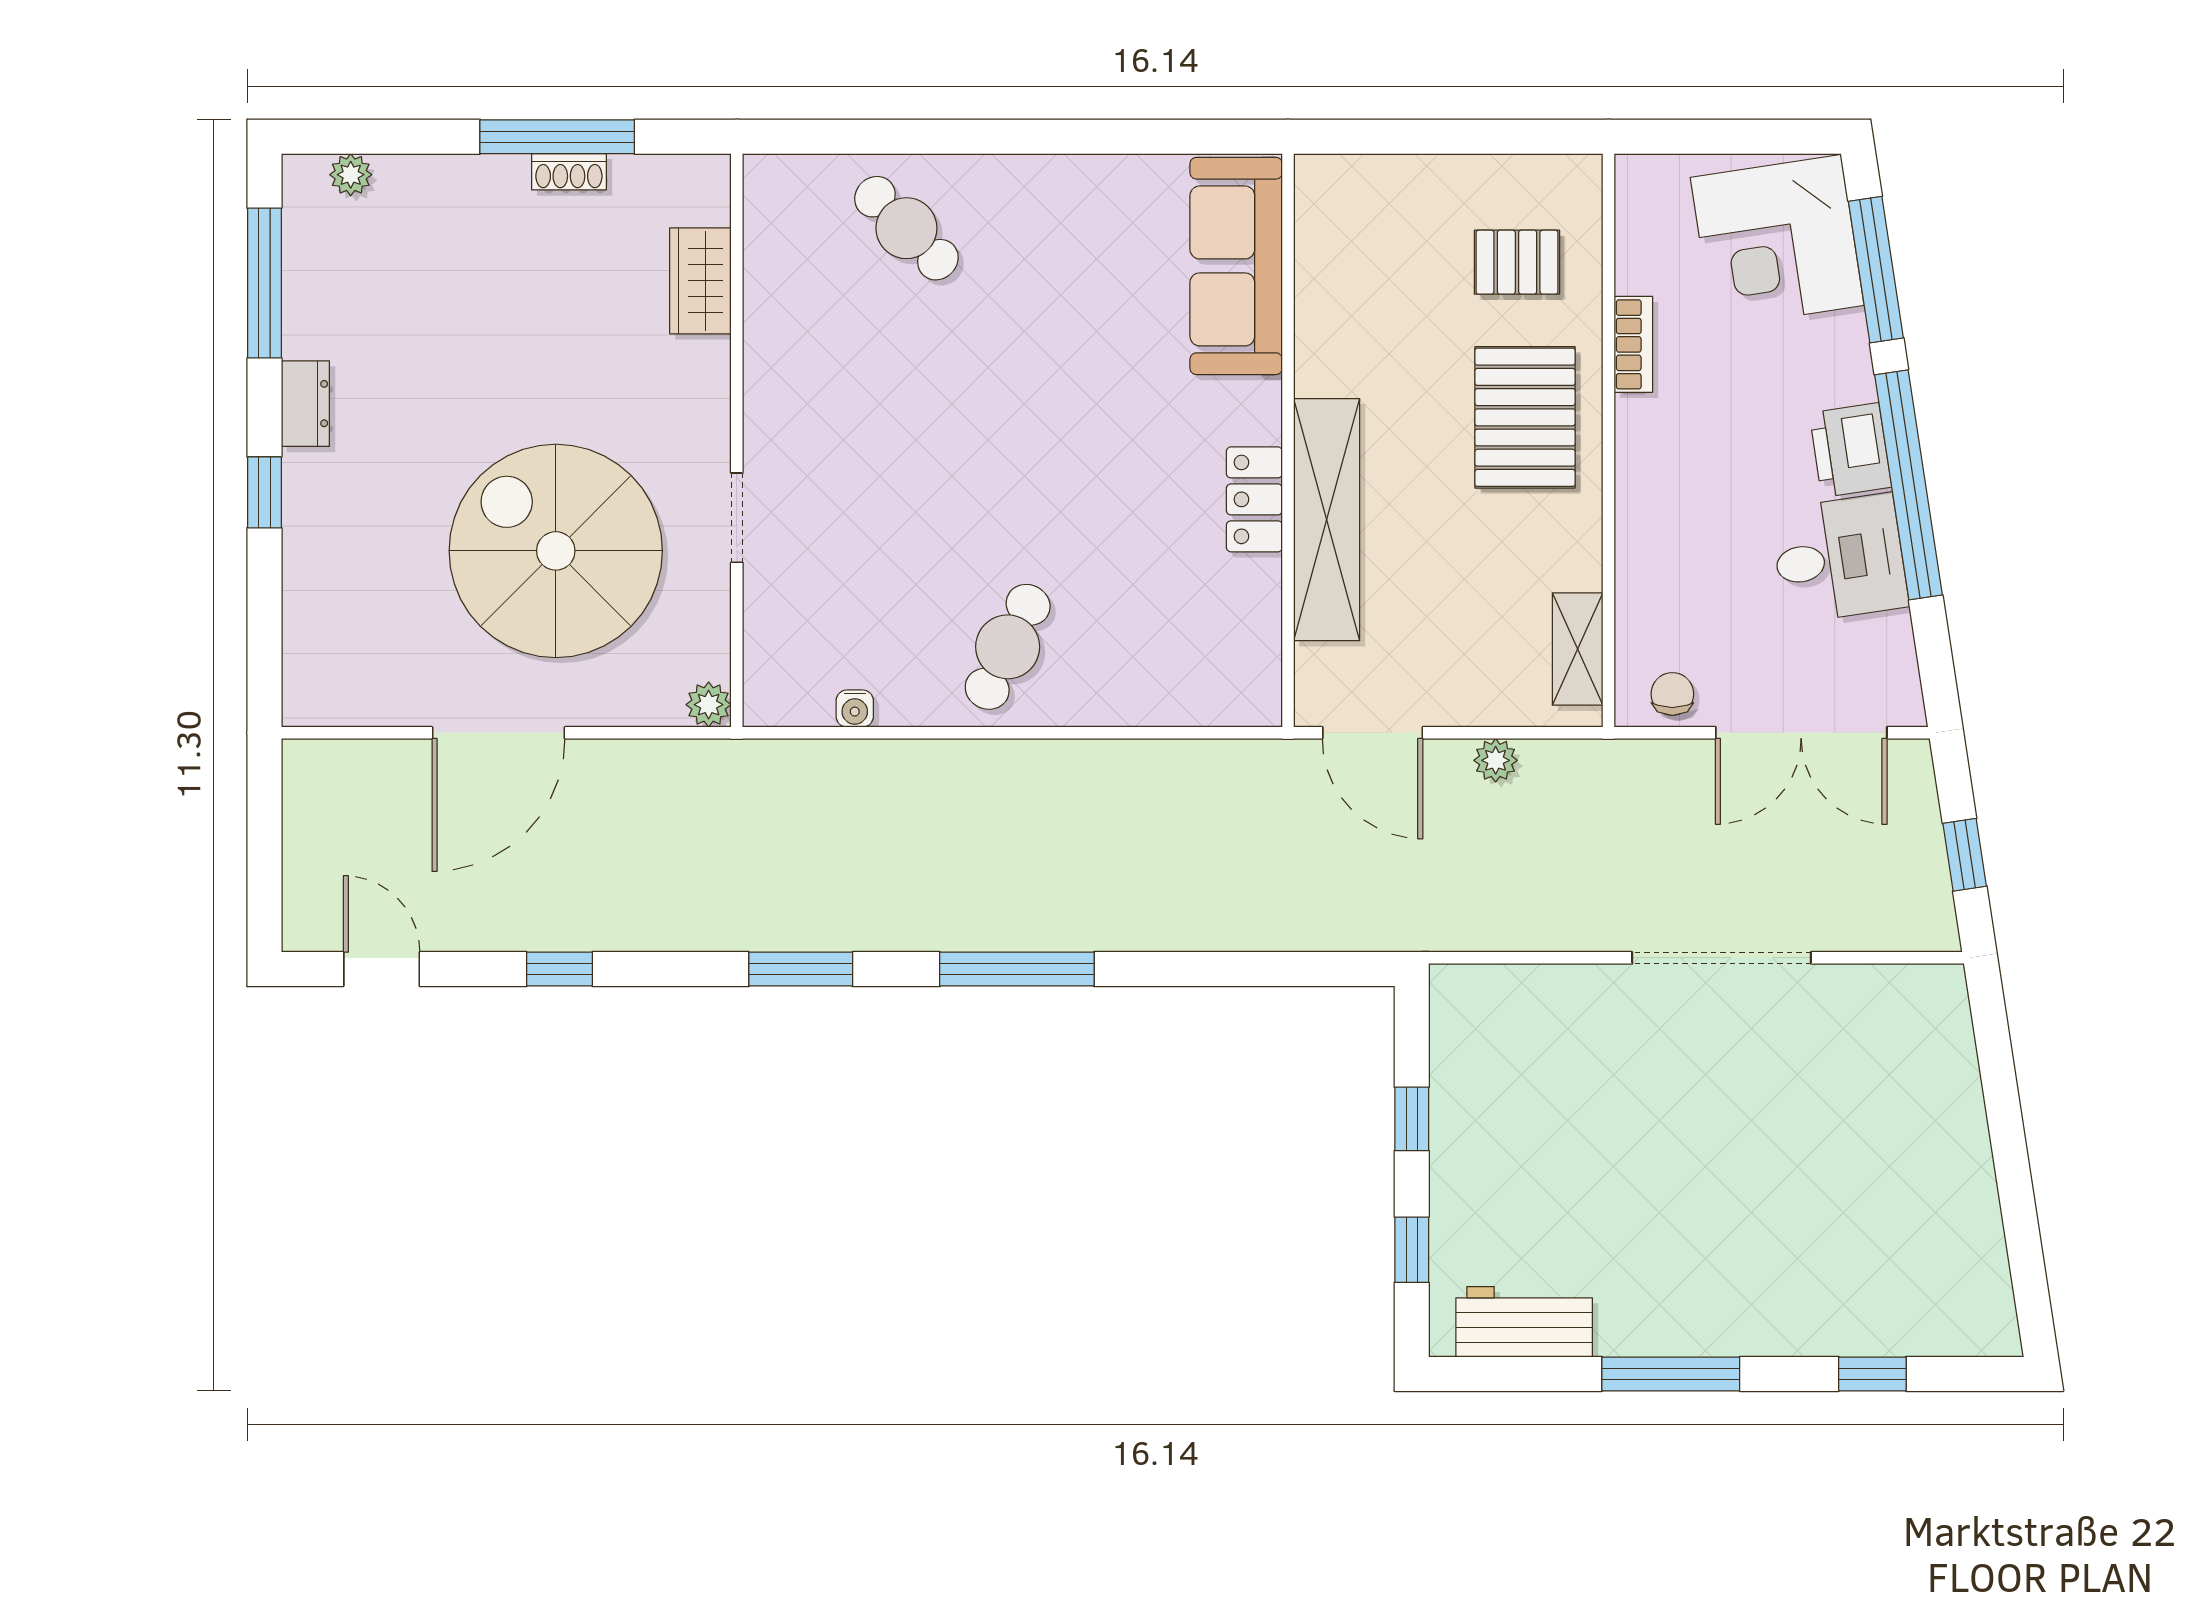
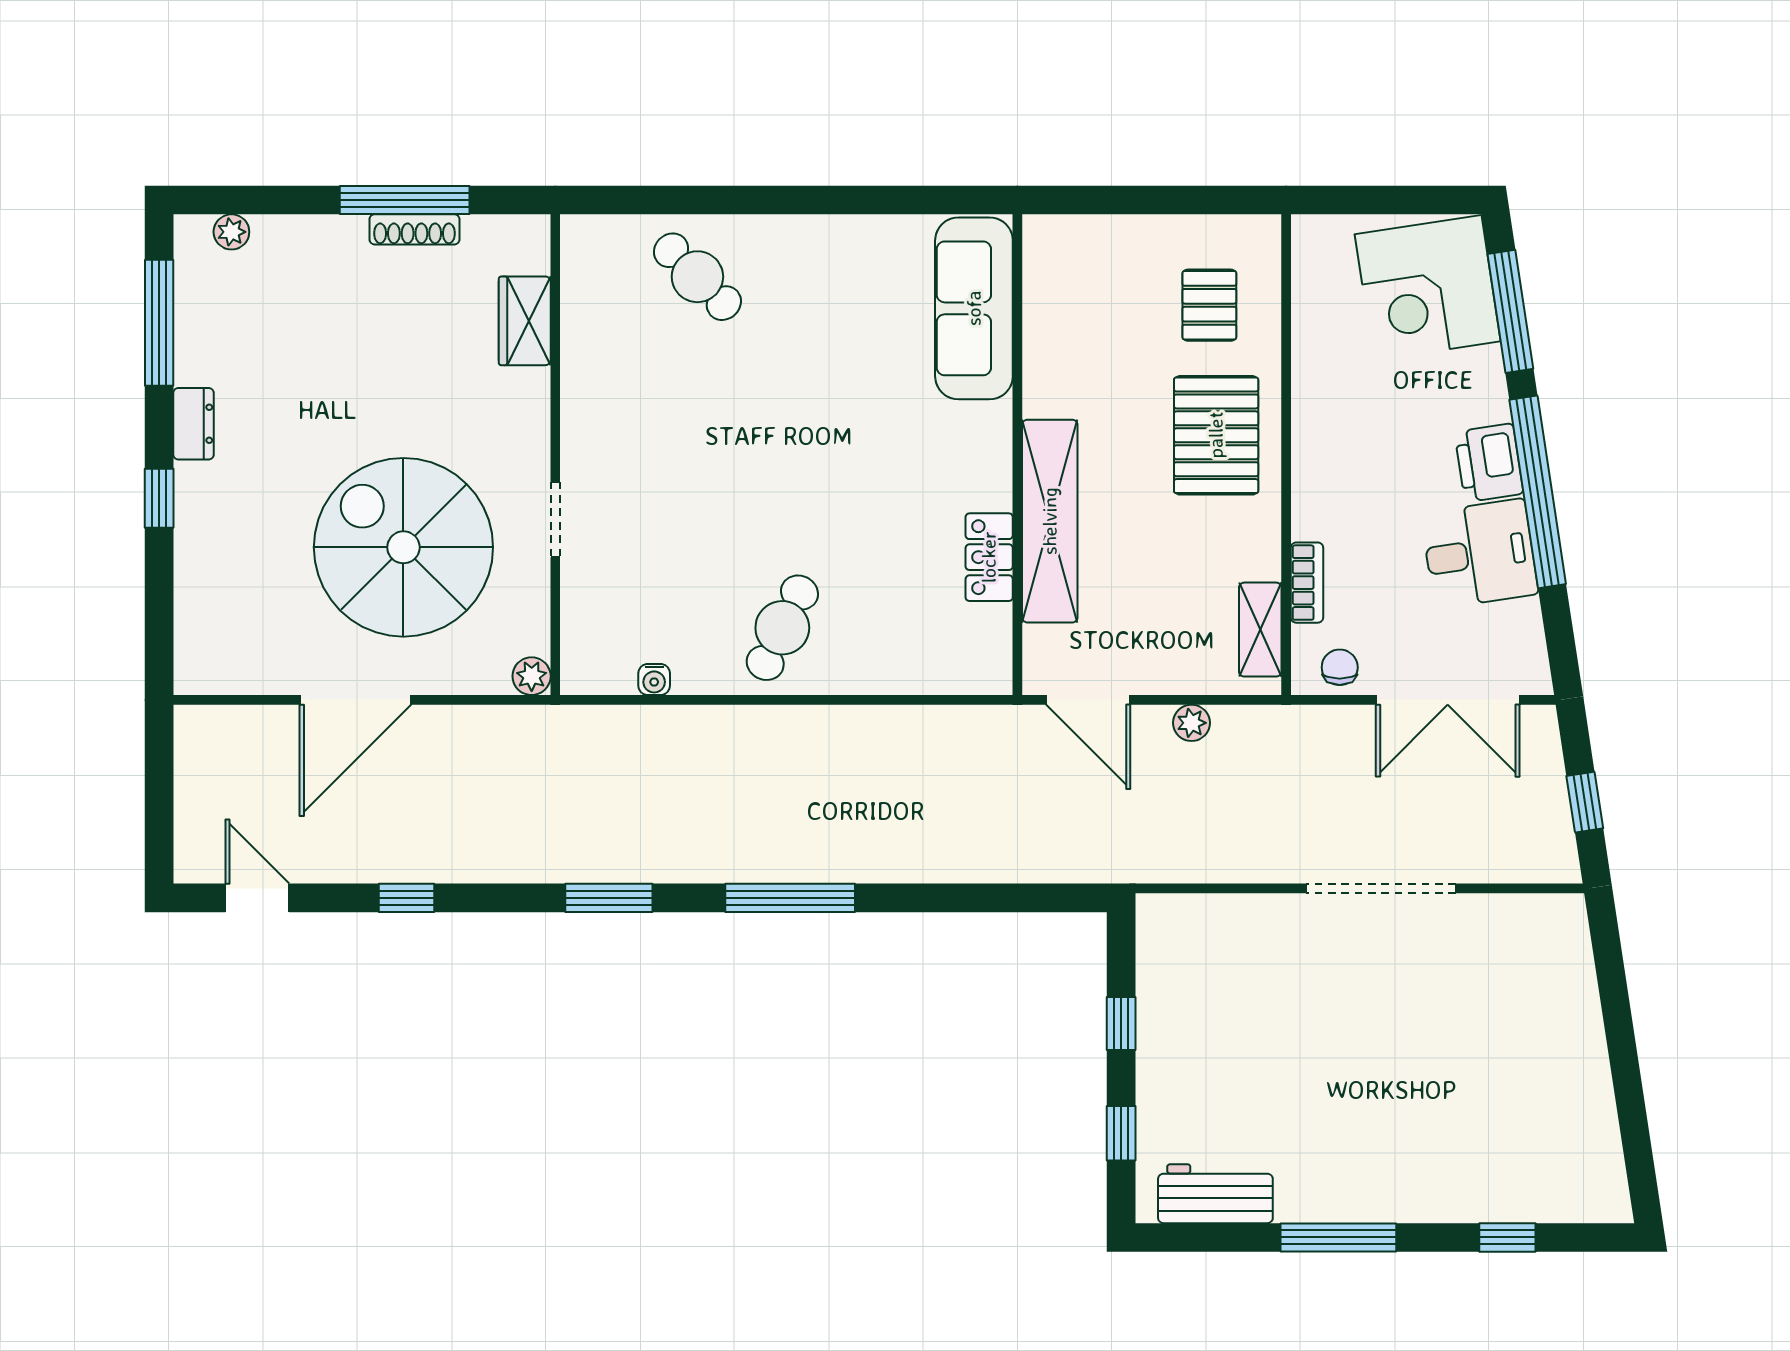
shoe rack: (569, 172) -> (414, 229), width x1.43
pallet: (1517, 262) -> (1209, 305), turned 90
bookcase: (1633, 344) -> (1307, 583), moved
locker: (1254, 499) -> (989, 557), moved

